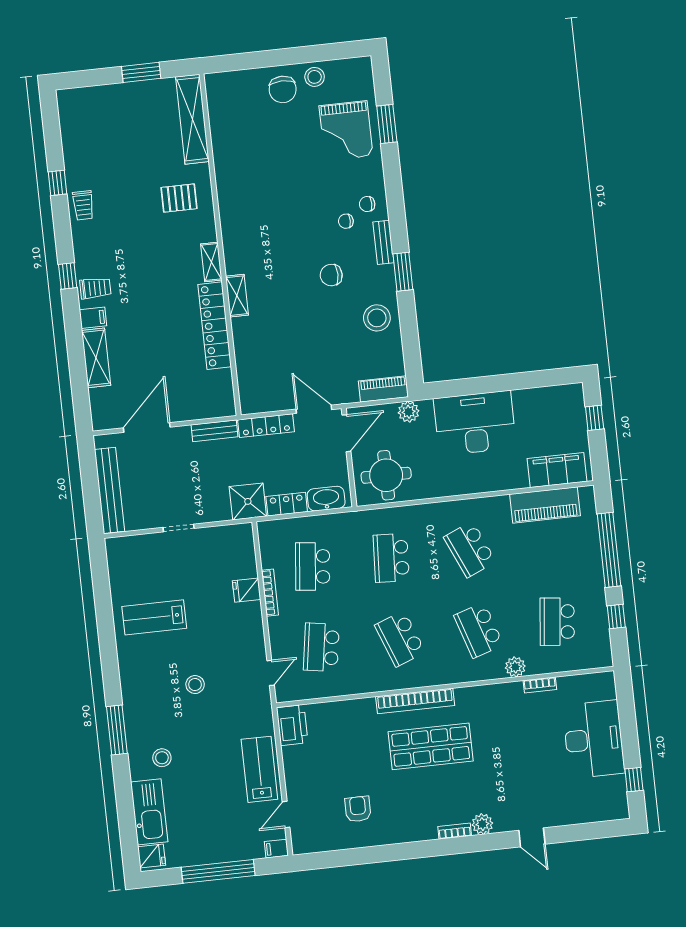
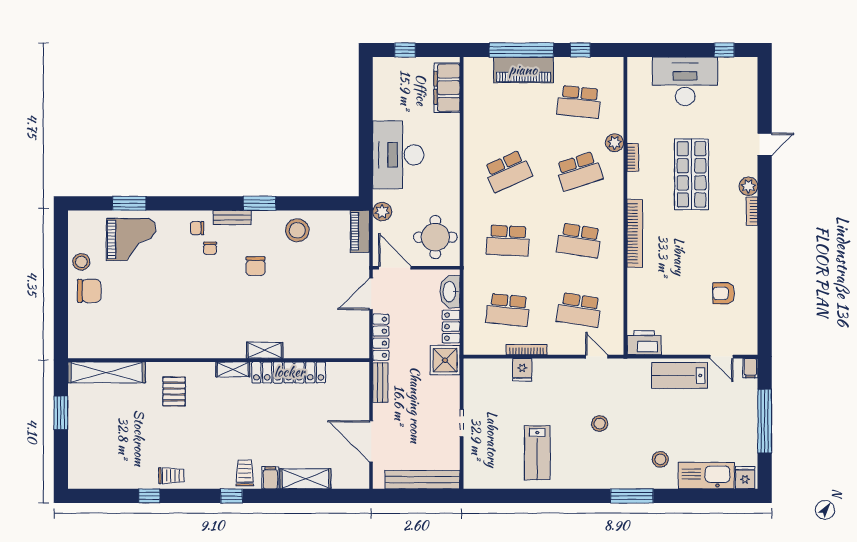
chair: (367, 204) -> (197, 228), turned 90
piano: (545, 505) -> (523, 70), moved, turned 90
school desk: (400, 639) -> (579, 241), turned 30
bookcase: (540, 685) -> (633, 158), moved
shop shelf: (431, 746) -> (692, 174), moved

